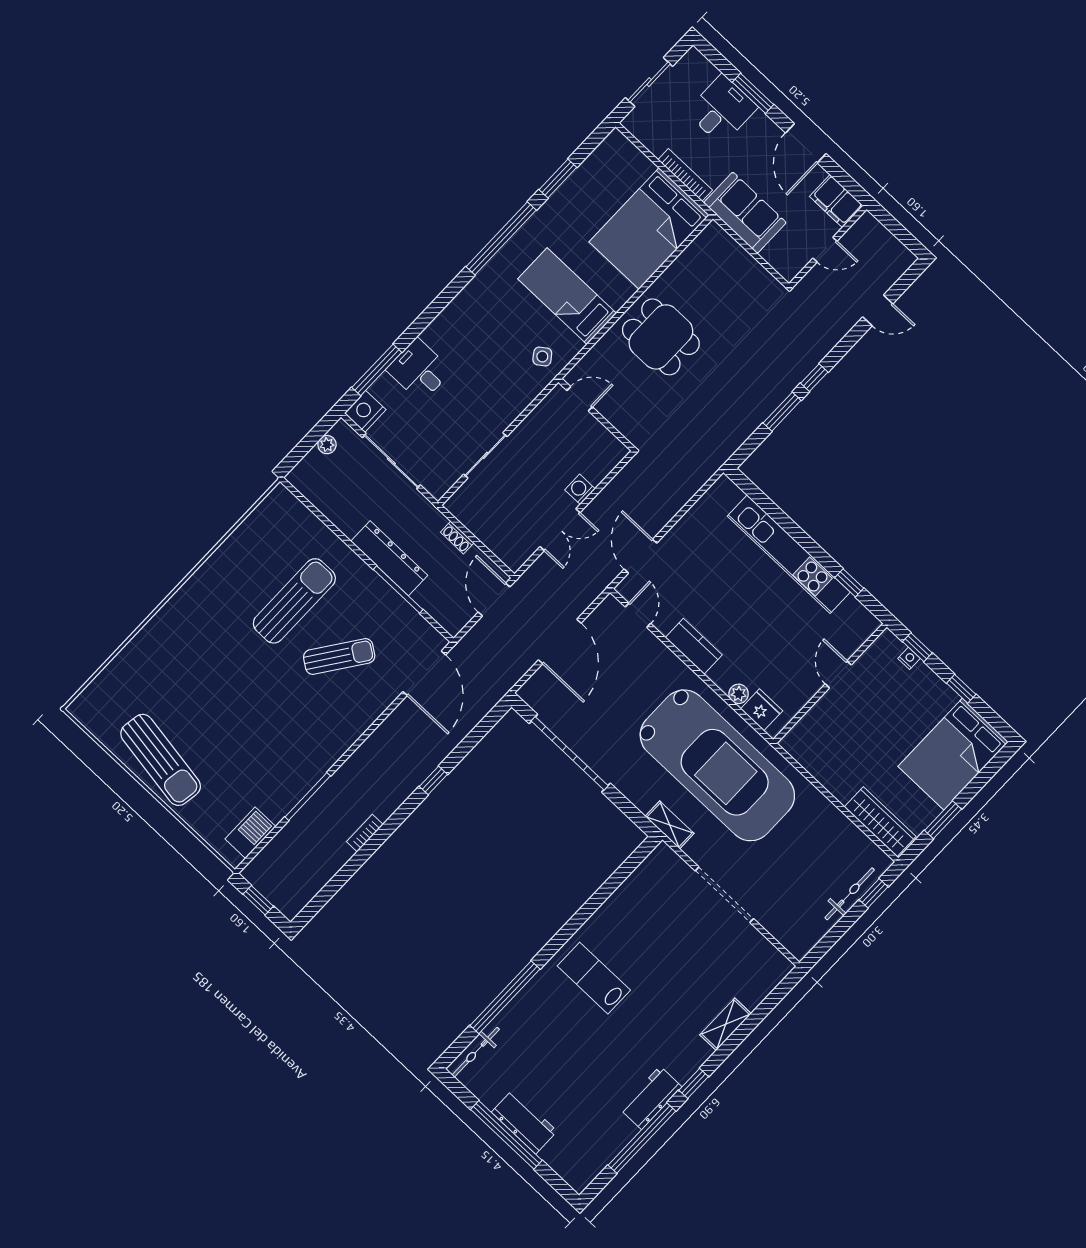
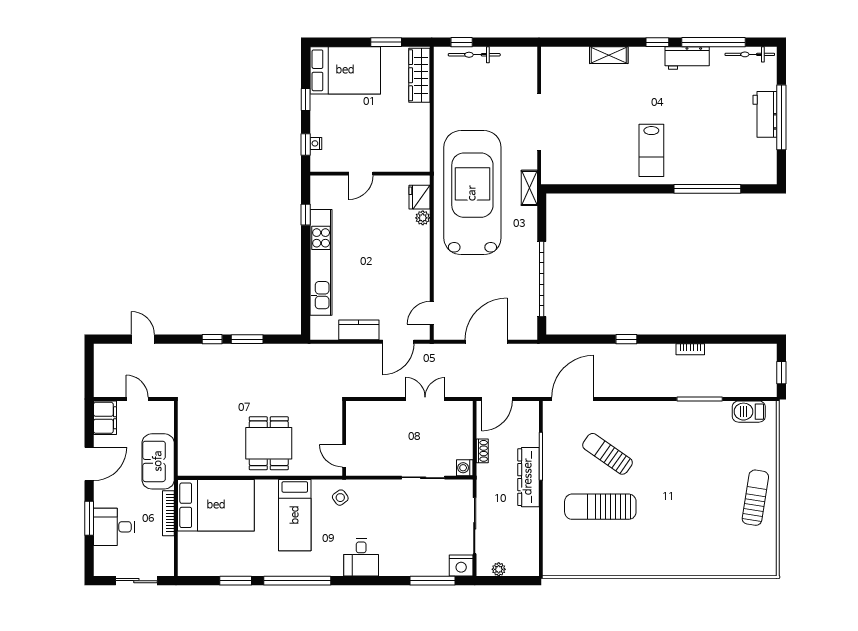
desk: (419, 370) -> (361, 557), moved
washing machine: (580, 489) -> (465, 468), moved, turned 90
kitchen counter: (694, 646) -> (359, 330), moved, turned 90
sun lounger: (161, 760) -> (755, 498), width x0.73, depth x0.75
bicycle: (476, 1052) -> (750, 54), moved, turned 180

